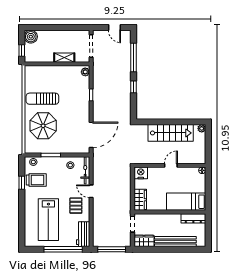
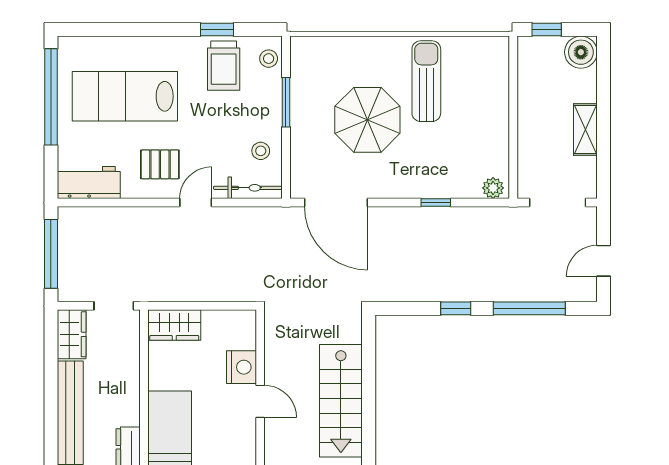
shelving: (64, 58) -> (585, 130), moved
parasol: (43, 126) -> (367, 120), moved
nightstand: (141, 173) -> (241, 367), moved
window: (63, 249) -> (51, 97), moved

